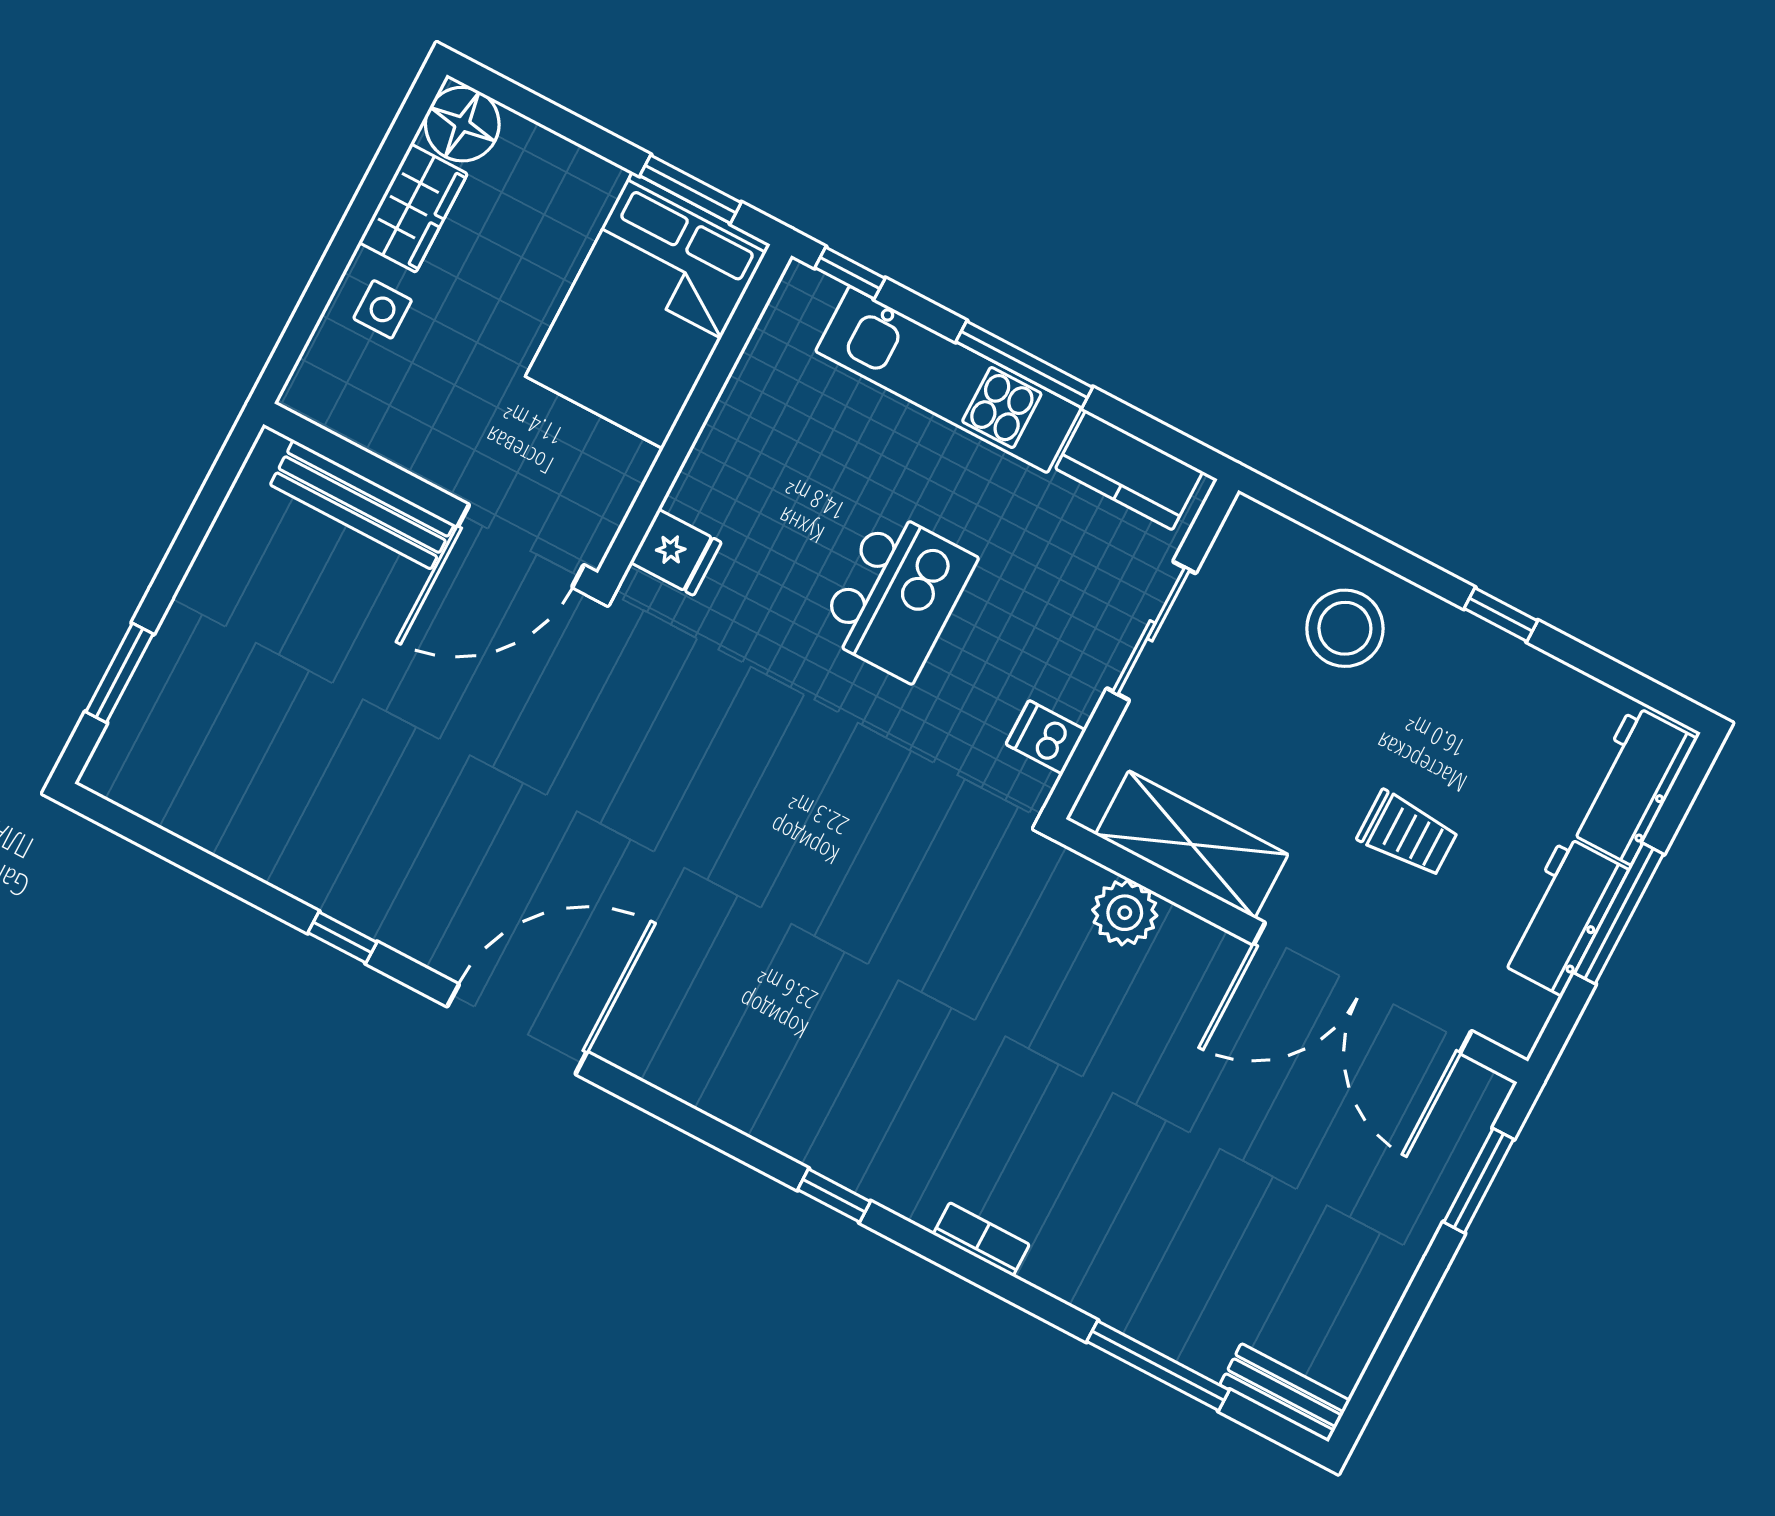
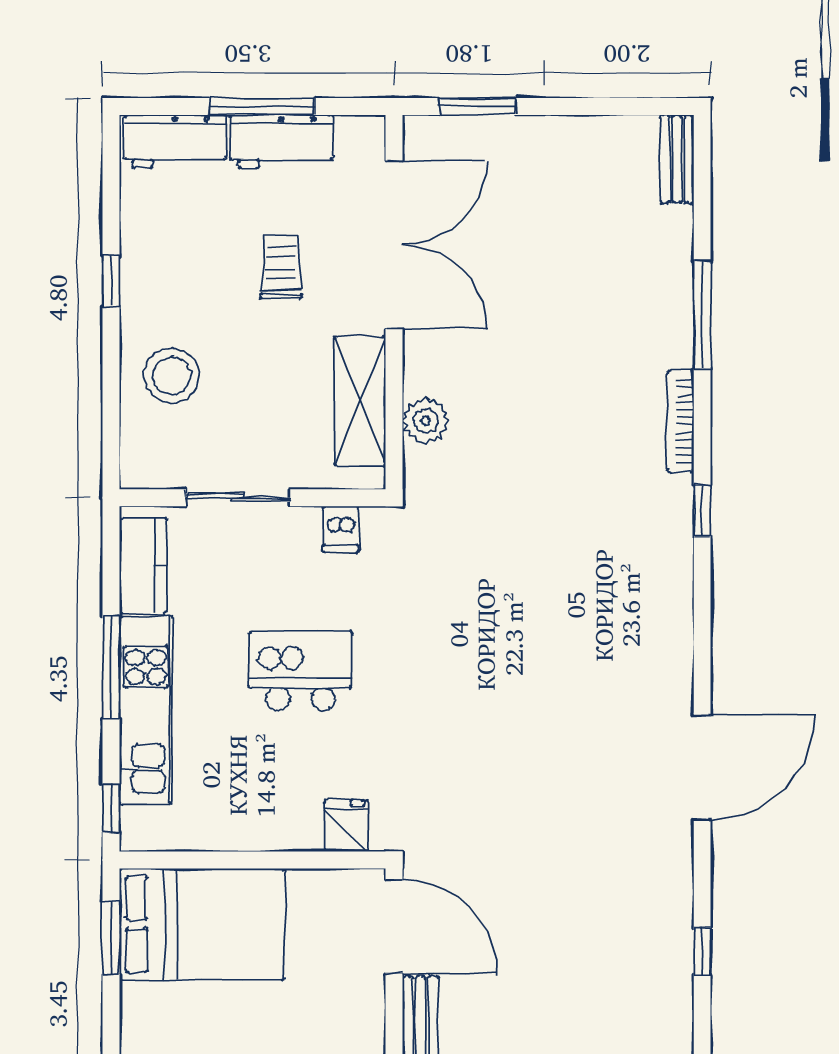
window: (342, 937) -> (702, 951), moved
door: (517, 1029) -> (702, 768), swing flipped
bookcase: (981, 1239) -> (681, 421), width x1.56
window: (1158, 1366) -> (702, 315), moved

